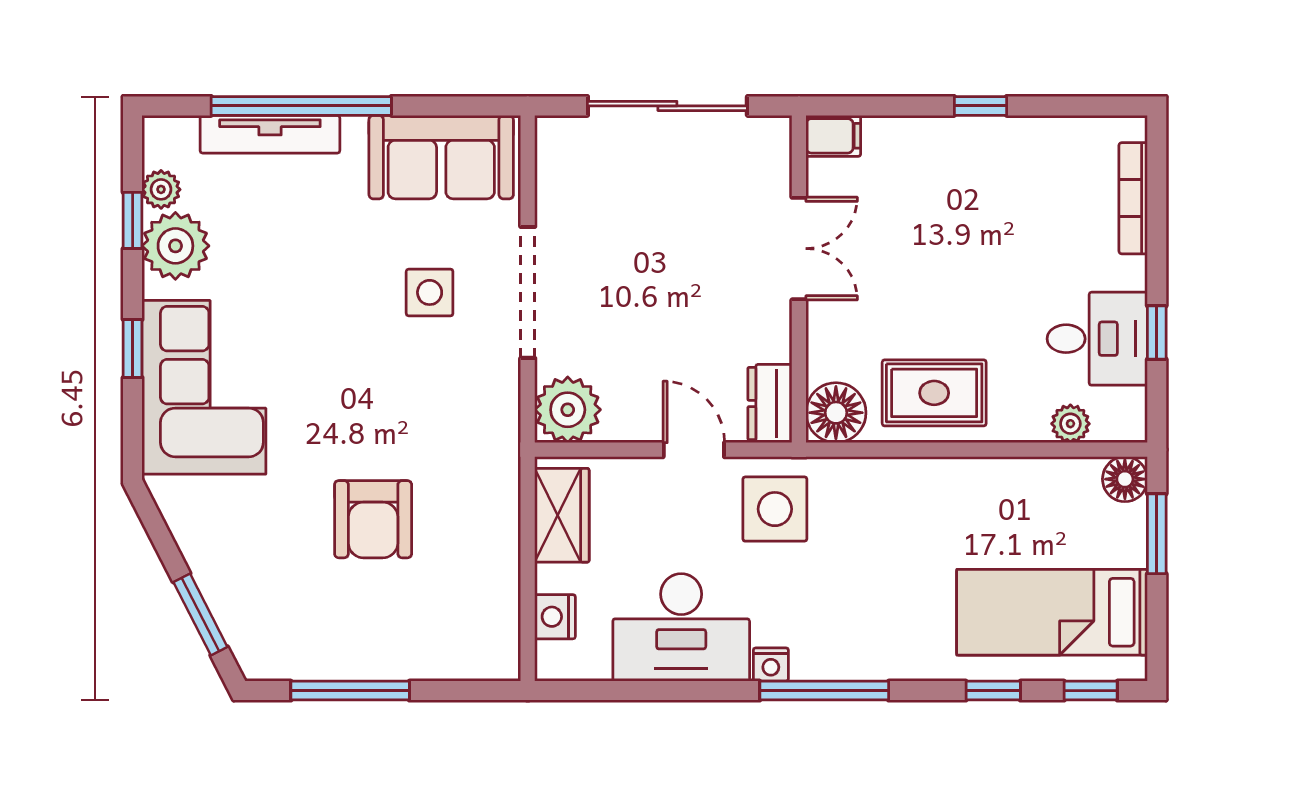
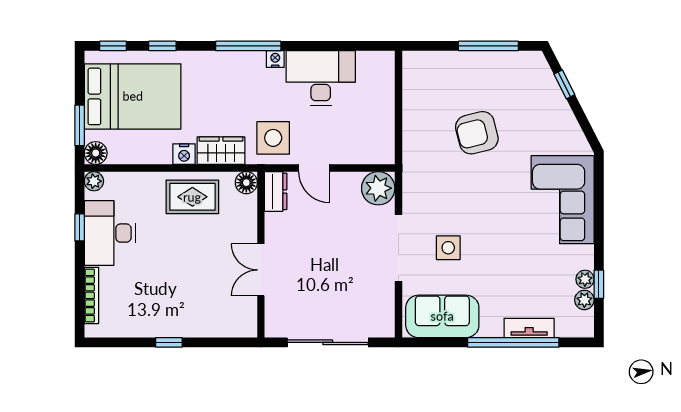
tv unit: (270, 134) -> (529, 328), width x0.71
filing cabinet: (833, 136) -> (244, 327), removed
plant: (175, 246) -> (585, 279), width x0.53, depth x0.53
desk: (1097, 339) -> (110, 233), width x1.37
window: (133, 349) -> (599, 219), removed
floor lamp: (836, 413) -> (246, 183), width x0.73, depth x0.73
plant: (1070, 424) -> (94, 181), moved
wardrobe: (562, 515) -> (221, 151), moved, turned 90
armchair: (373, 519) -> (477, 133), turned -104
bed: (1052, 612) -> (133, 96), width x1.50
window: (200, 614) -> (564, 84), width x0.67
nightstand: (555, 617) -> (184, 154), moved, turned 90

